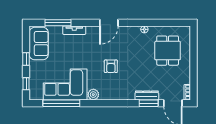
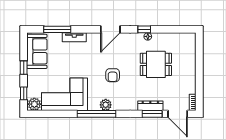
window: (141, 23) -> (144, 29), added
dining table: (168, 51) -> (156, 64), moved, turned 90
plant: (36, 94) -> (34, 104), added
plant: (93, 95) -> (106, 105), moved
window: (61, 103) -> (96, 114), moved

